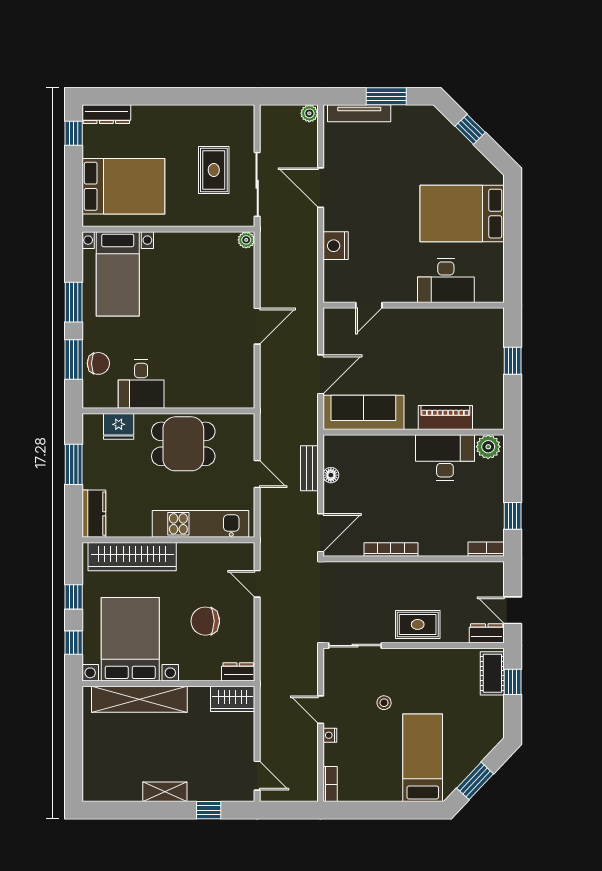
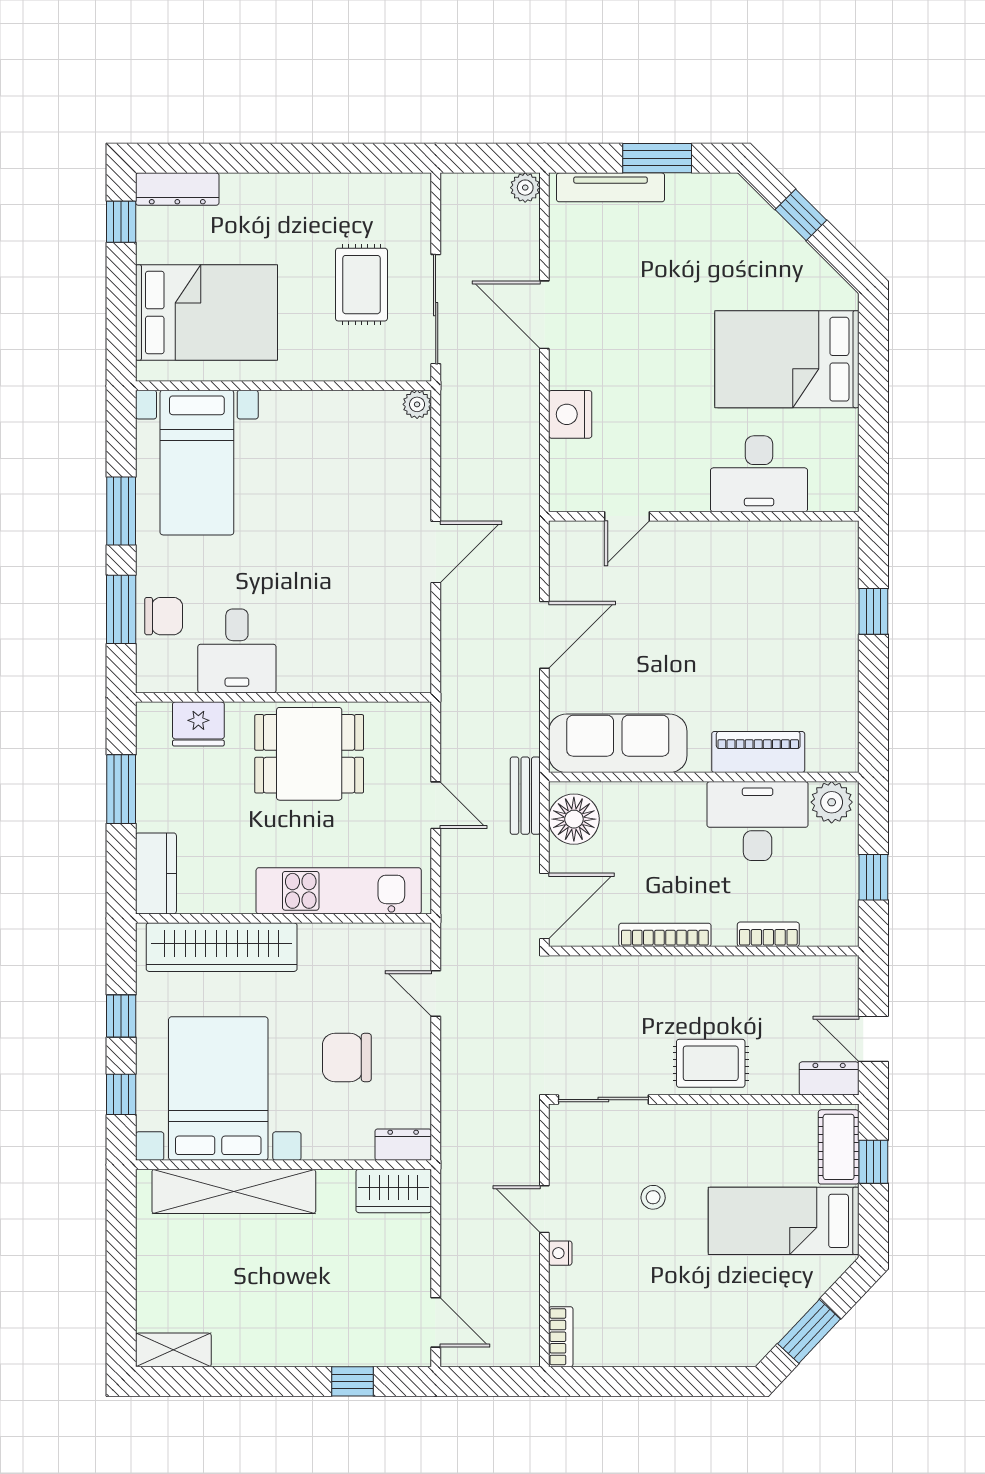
sofa: (363, 412) -> (618, 743), moved
piano: (445, 417) -> (758, 752), moved
wall: (414, 432) -> (704, 777), moved
plant: (488, 447) -> (832, 802), moved
desk: (445, 458) -> (758, 821), moved
floor lamp: (331, 475) -> (574, 819), width x1.89, depth x1.89
bookcase: (486, 549) -> (768, 934), moved
bed: (423, 758) -> (784, 1221), moved, turned -90
shelving: (165, 792) -> (173, 1350), moved

